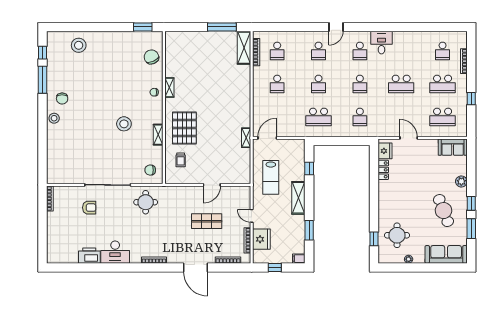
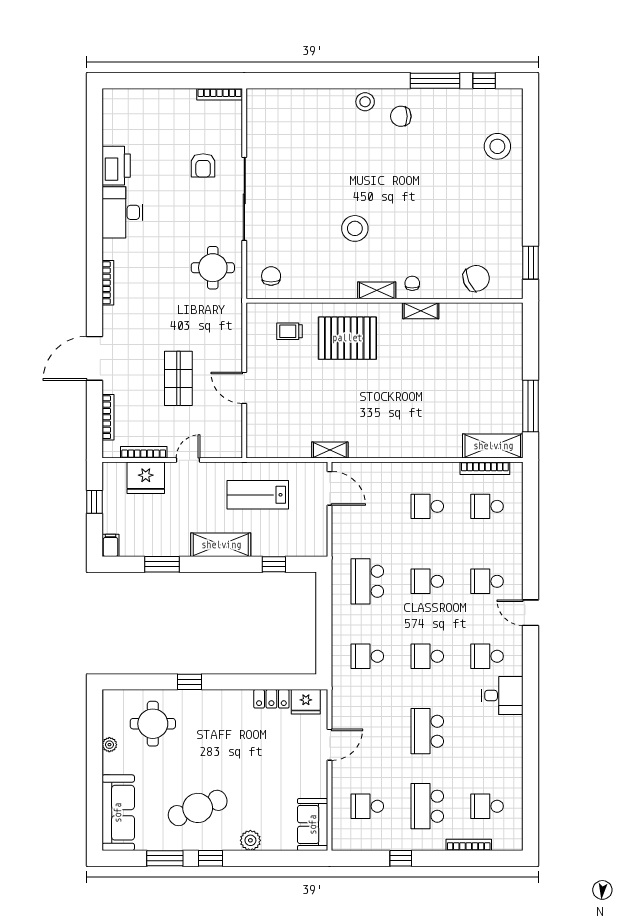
school desk: (443, 117) -> (367, 806), width x0.54
shelving: (158, 135) -> (377, 290), moved
window: (374, 239) -> (190, 682), moved

